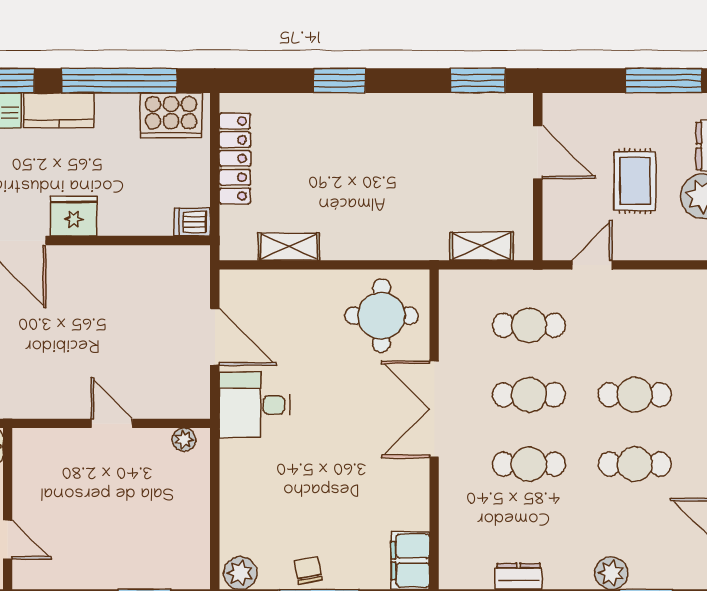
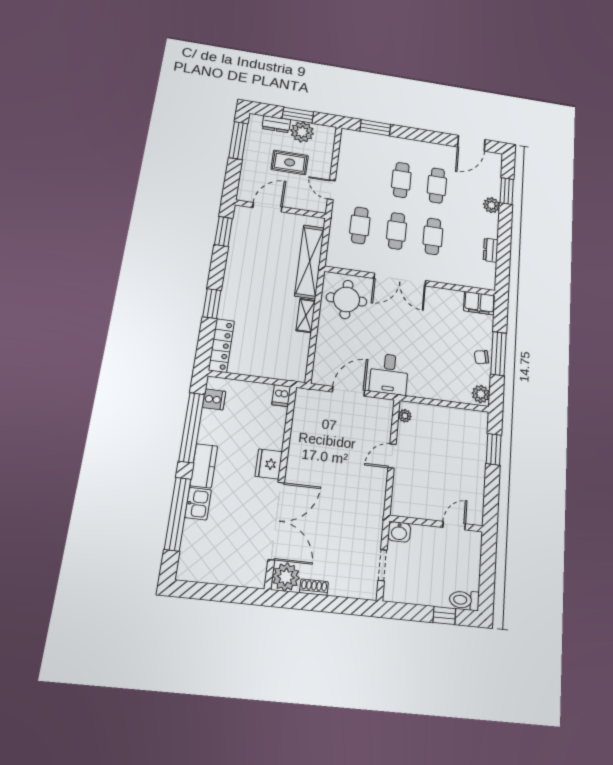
cooker: (171, 115) -> (214, 399), width x0.53, depth x0.76
locker: (235, 158) -> (221, 346), moved, turned 90
shelving: (482, 246) -> (310, 262), width x2.20, depth x1.33
shelving: (289, 247) -> (306, 316), moved

